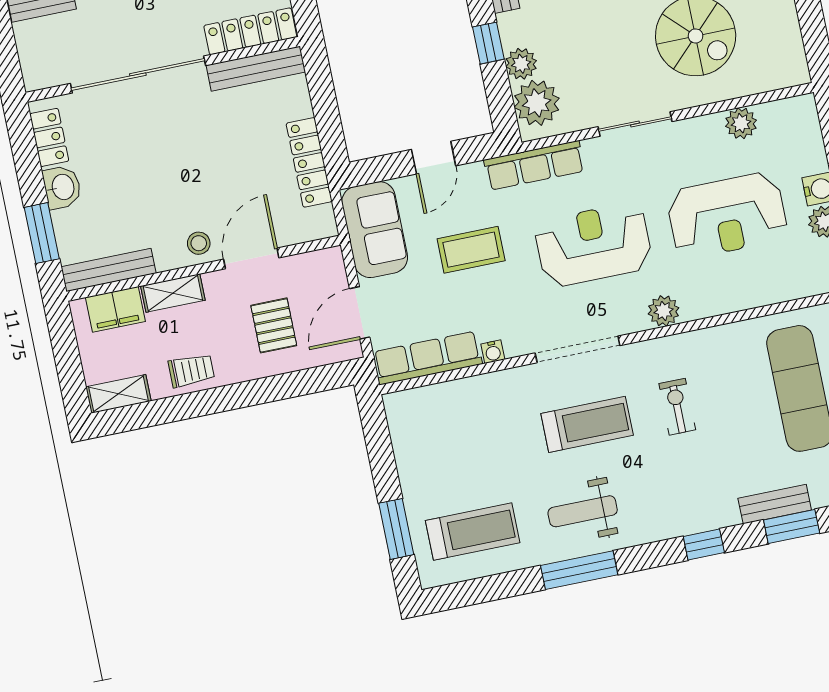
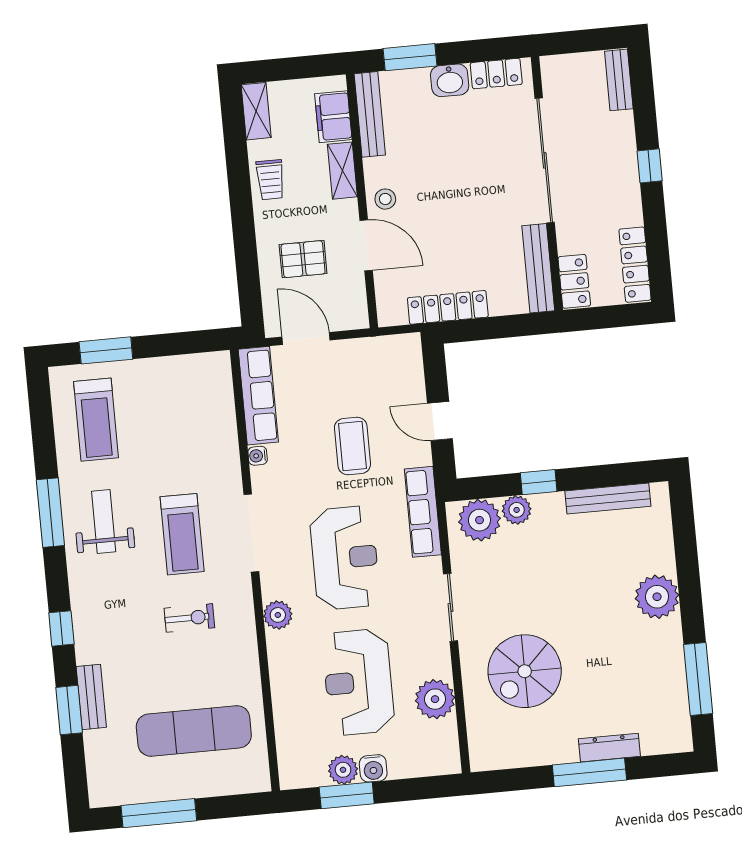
locker: (250, 31) -> (574, 281), width x0.66
plant: (741, 123) -> (435, 699), width x1.36, depth x1.36
sofa: (375, 230) -> (380, 360), removed

